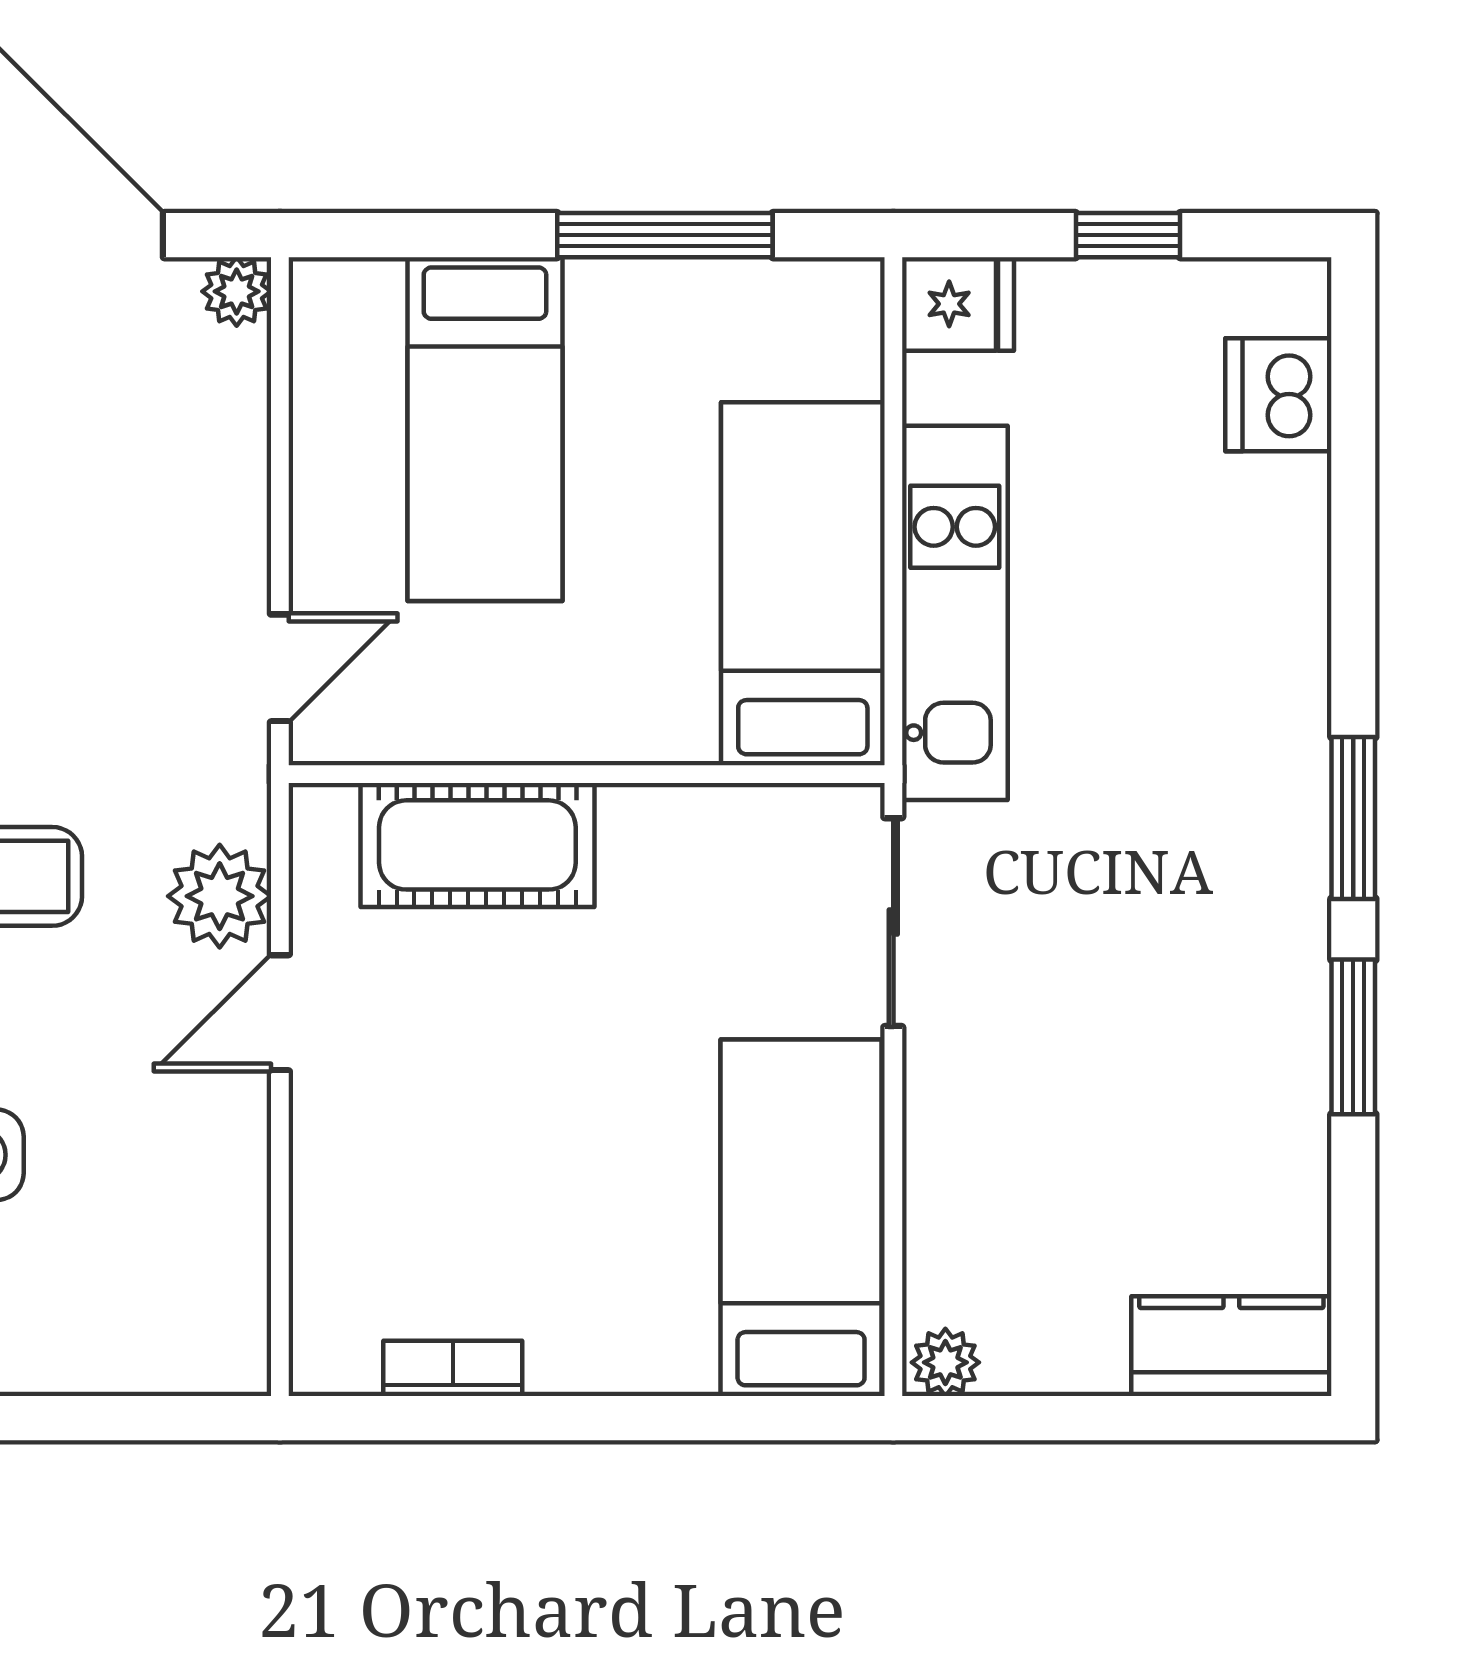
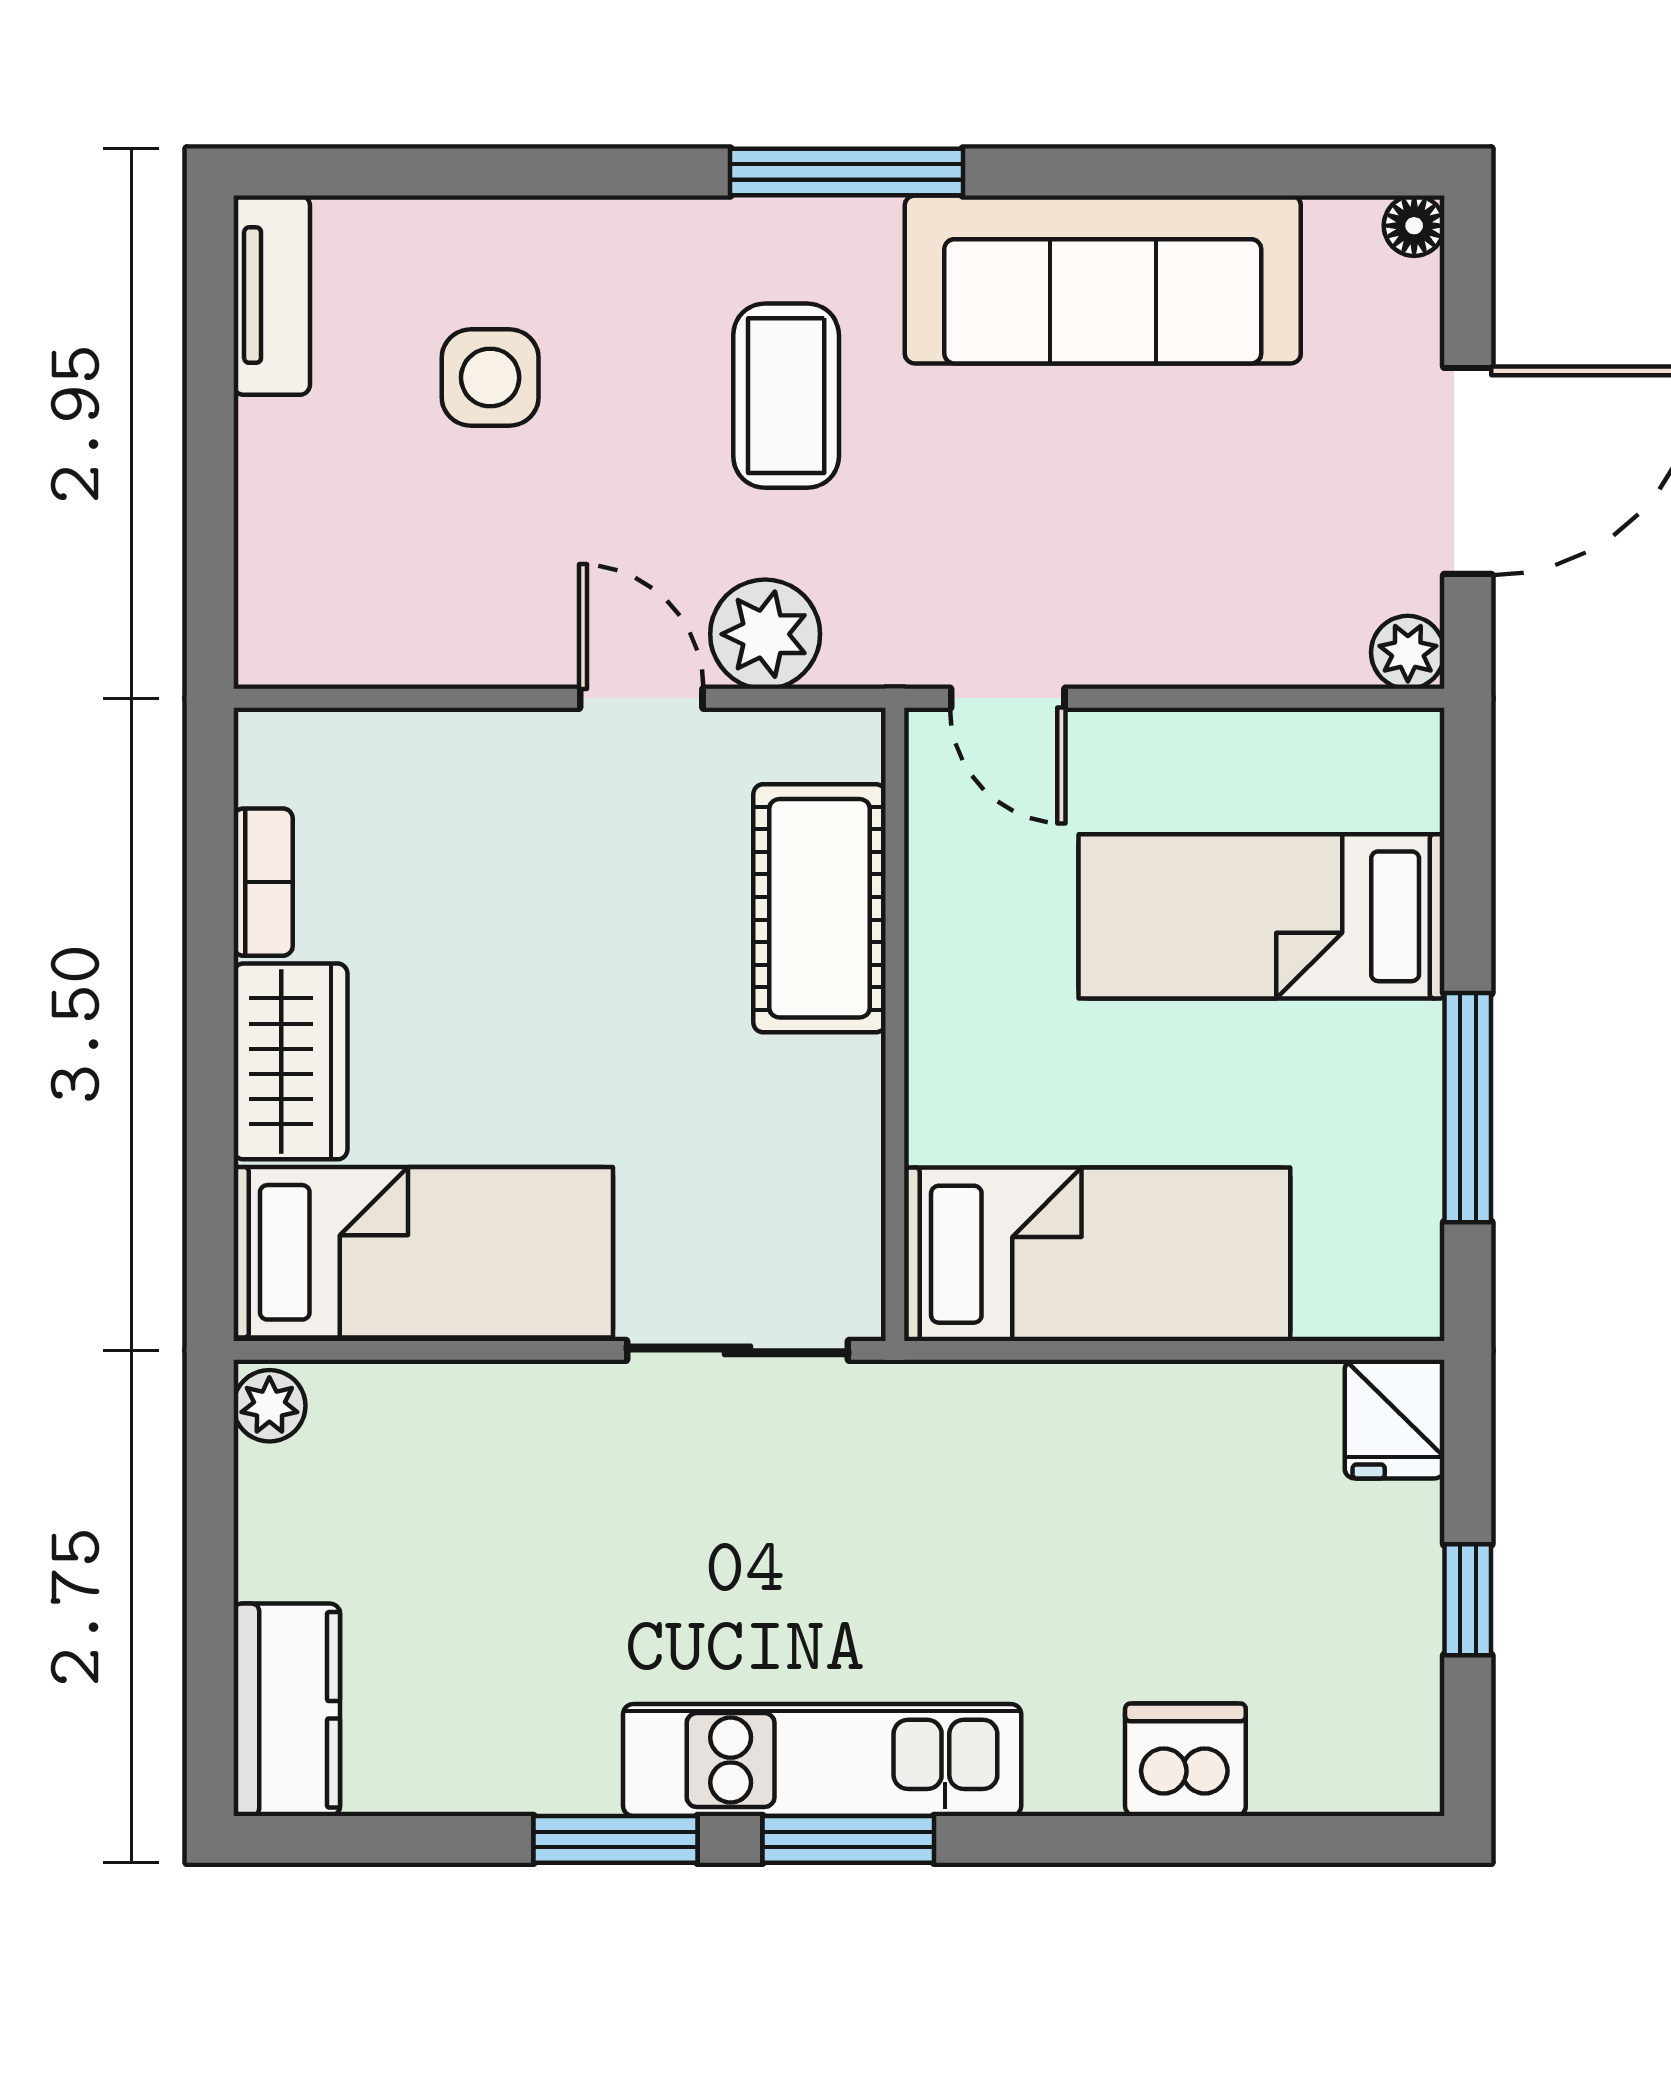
dishwasher: (1278, 395) -> (1185, 1760), moved
kitchen unit: (955, 613) -> (822, 1760), moved, turned 180
wardrobe: (621, 1343) -> (290, 1061), added

